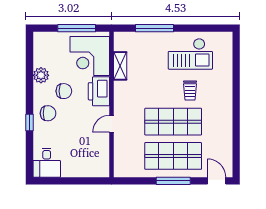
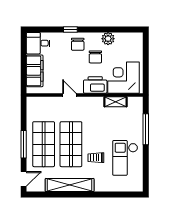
window: (77, 28) -> (146, 67), removed
shelving: (224, 123) -> (70, 185), added
filing cabinet: (81, 167) -> (35, 71), added

